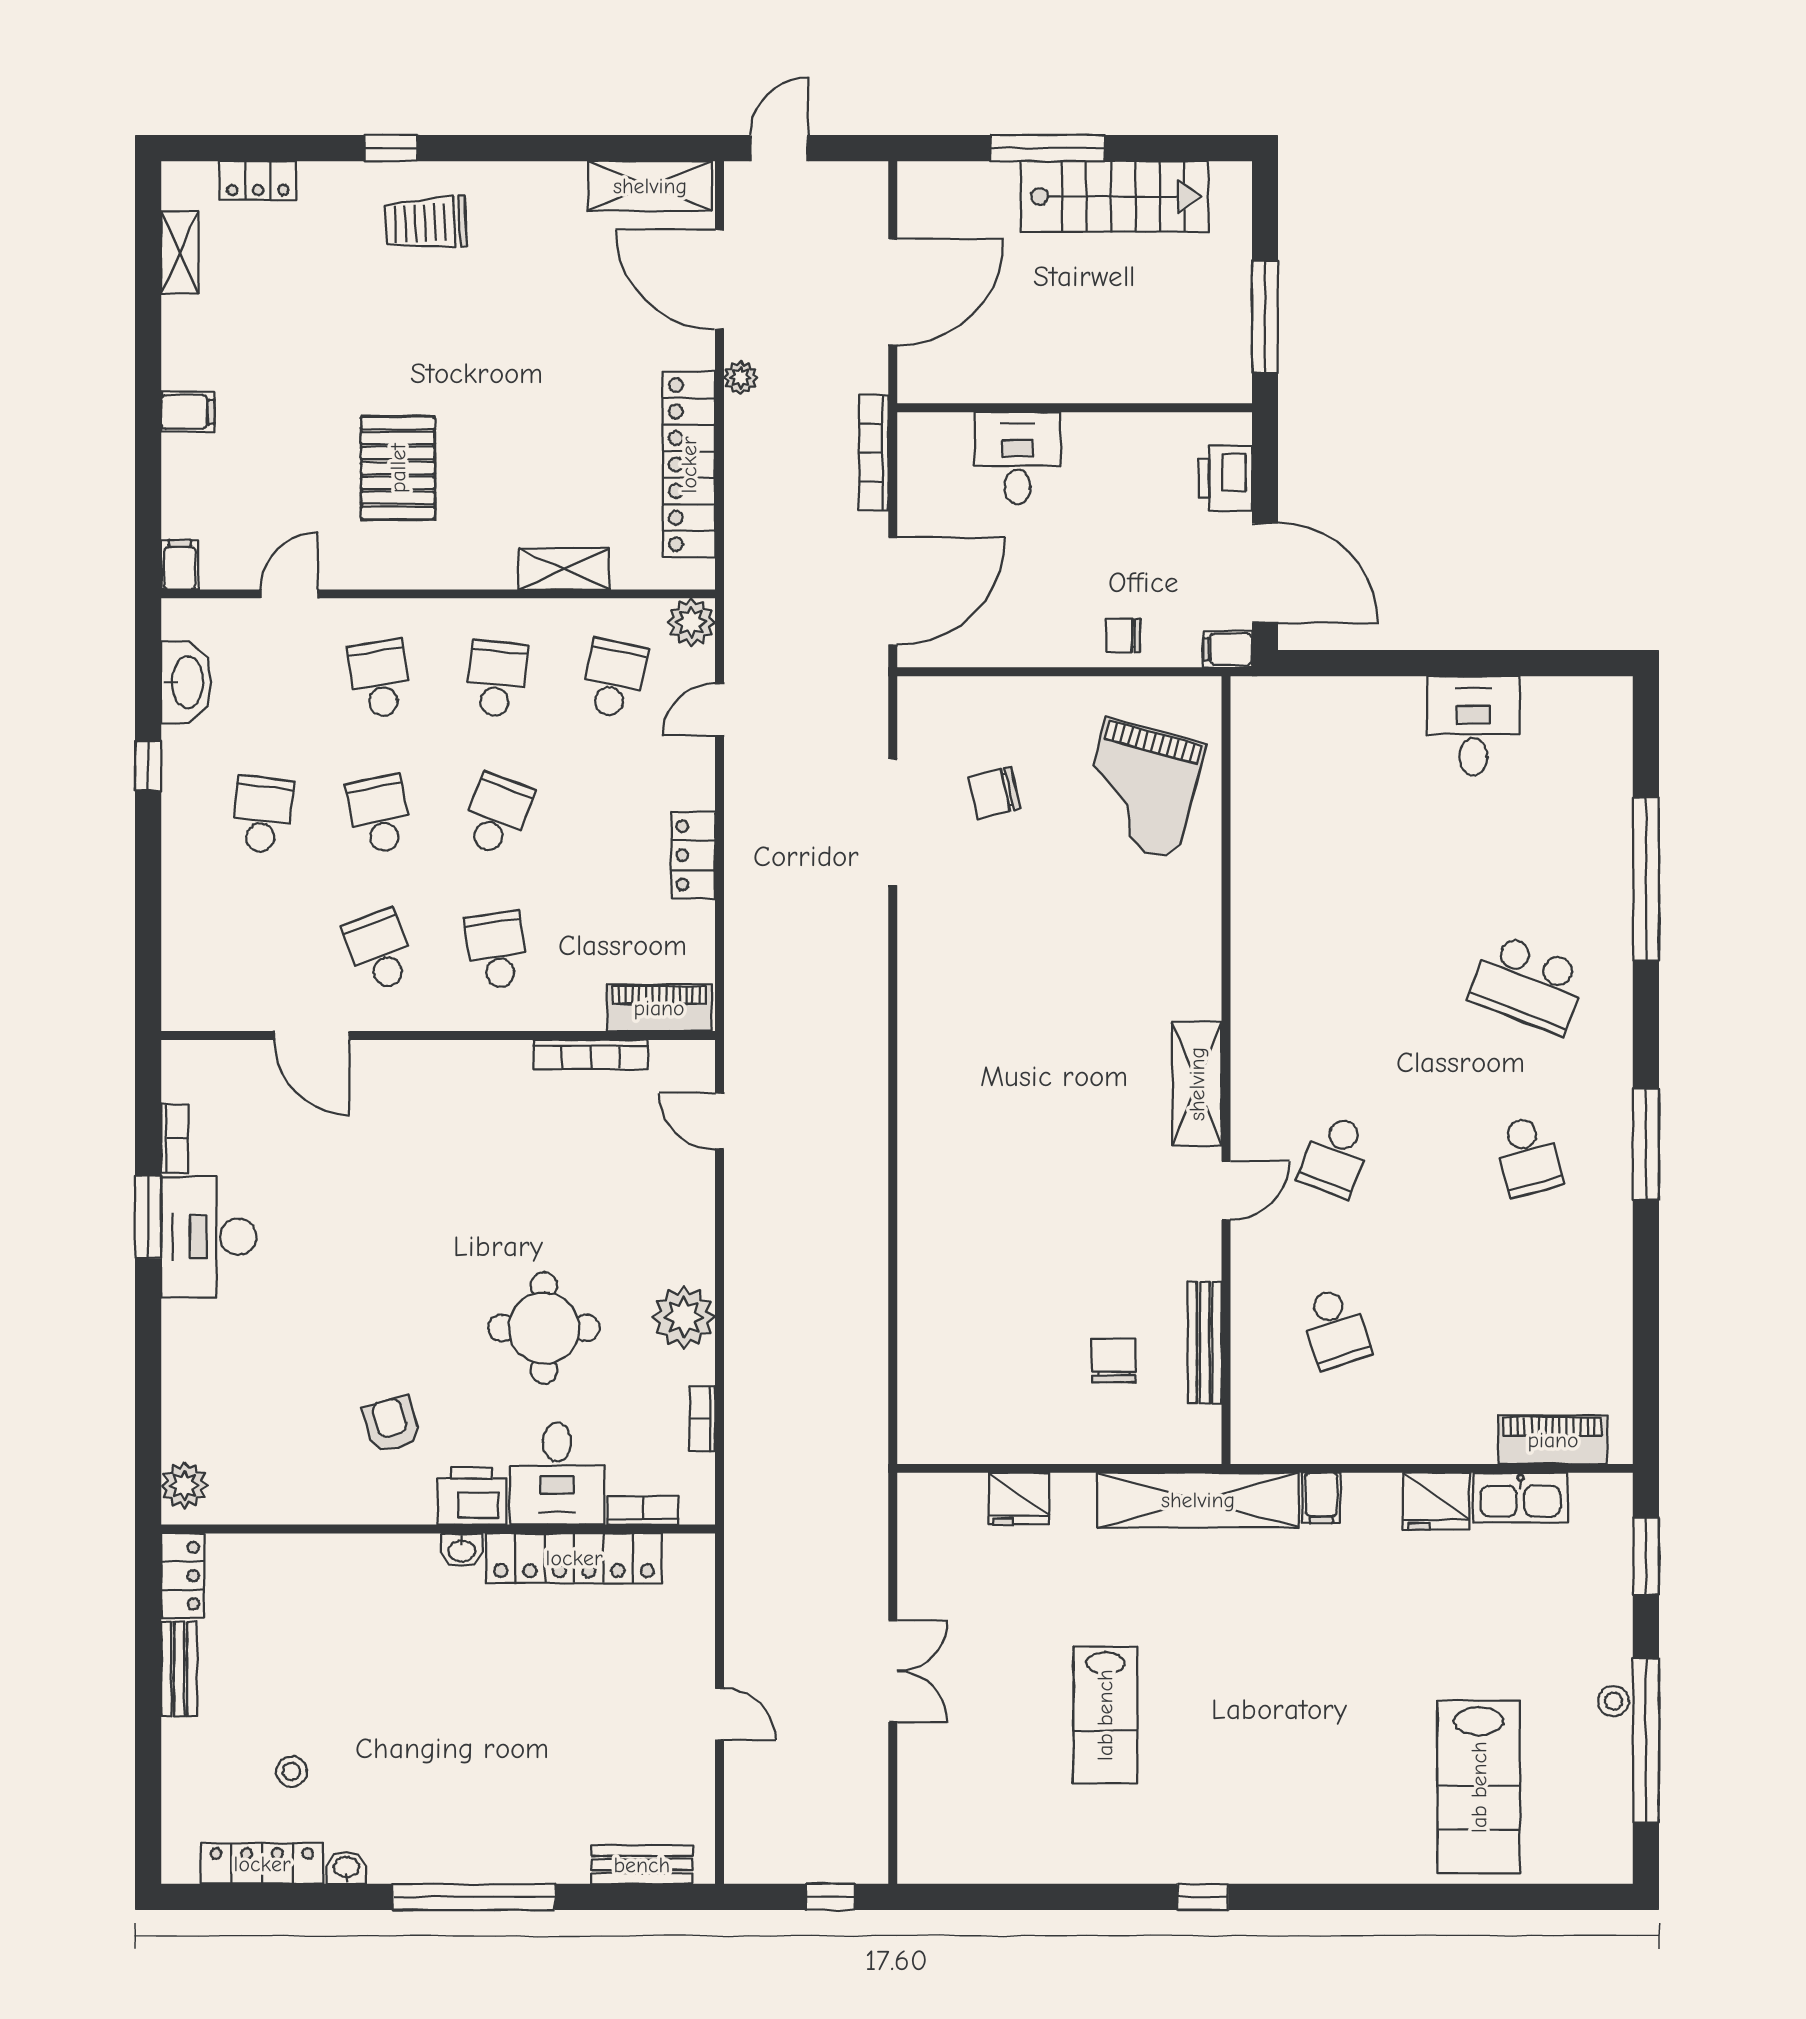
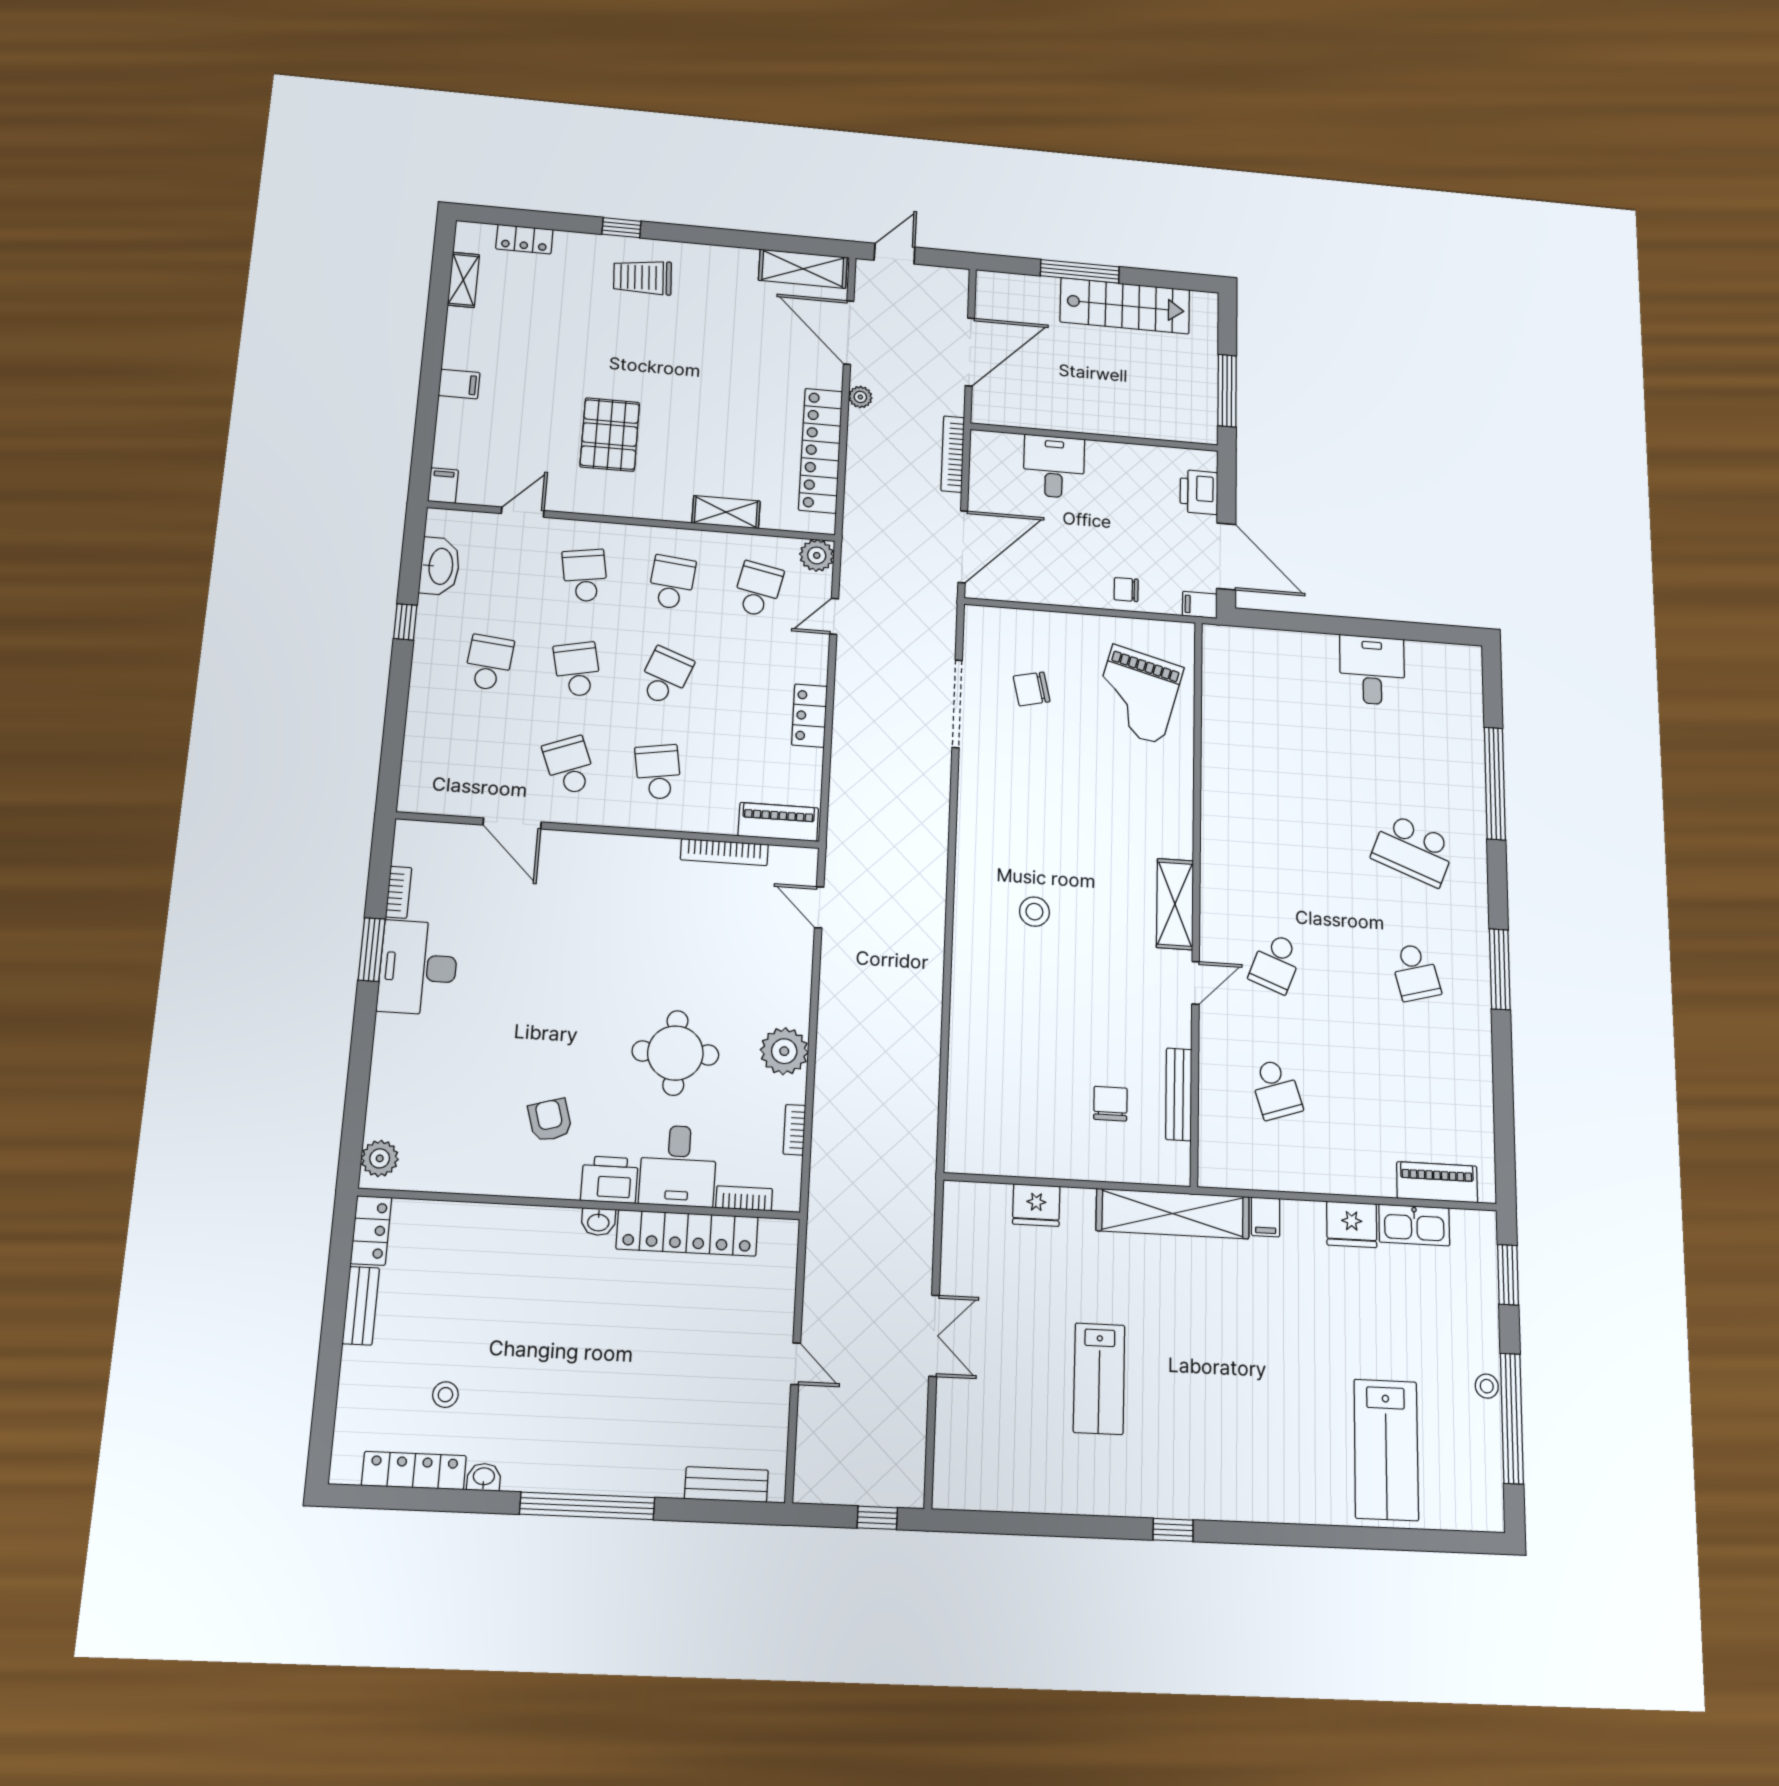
stool: (1007, 1107) -> (1034, 912), added

